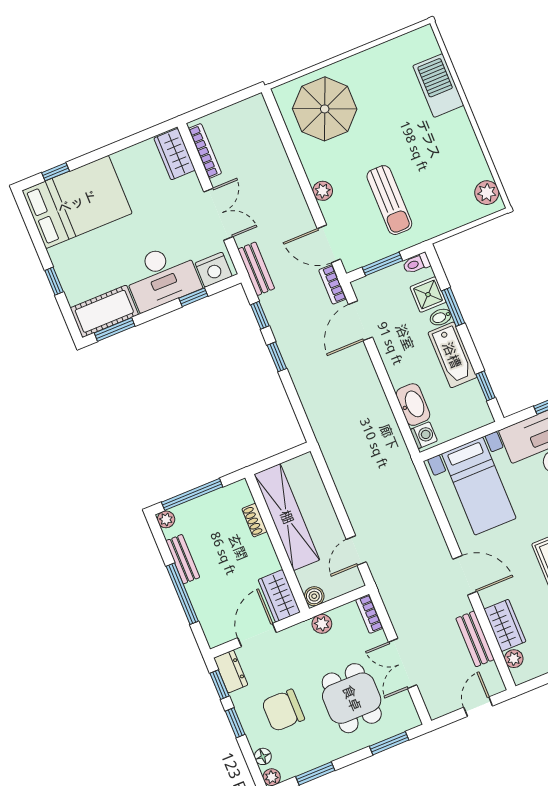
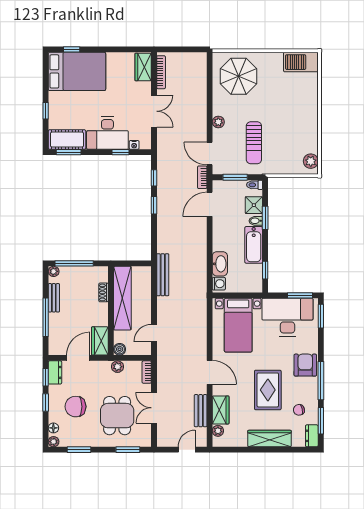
barbecue: (438, 86) -> (301, 62), moved, turned -90
bench: (256, 269) -> (163, 275), moved, width x1.36
nightstand: (214, 270) -> (134, 145), width x0.53, depth x0.56

